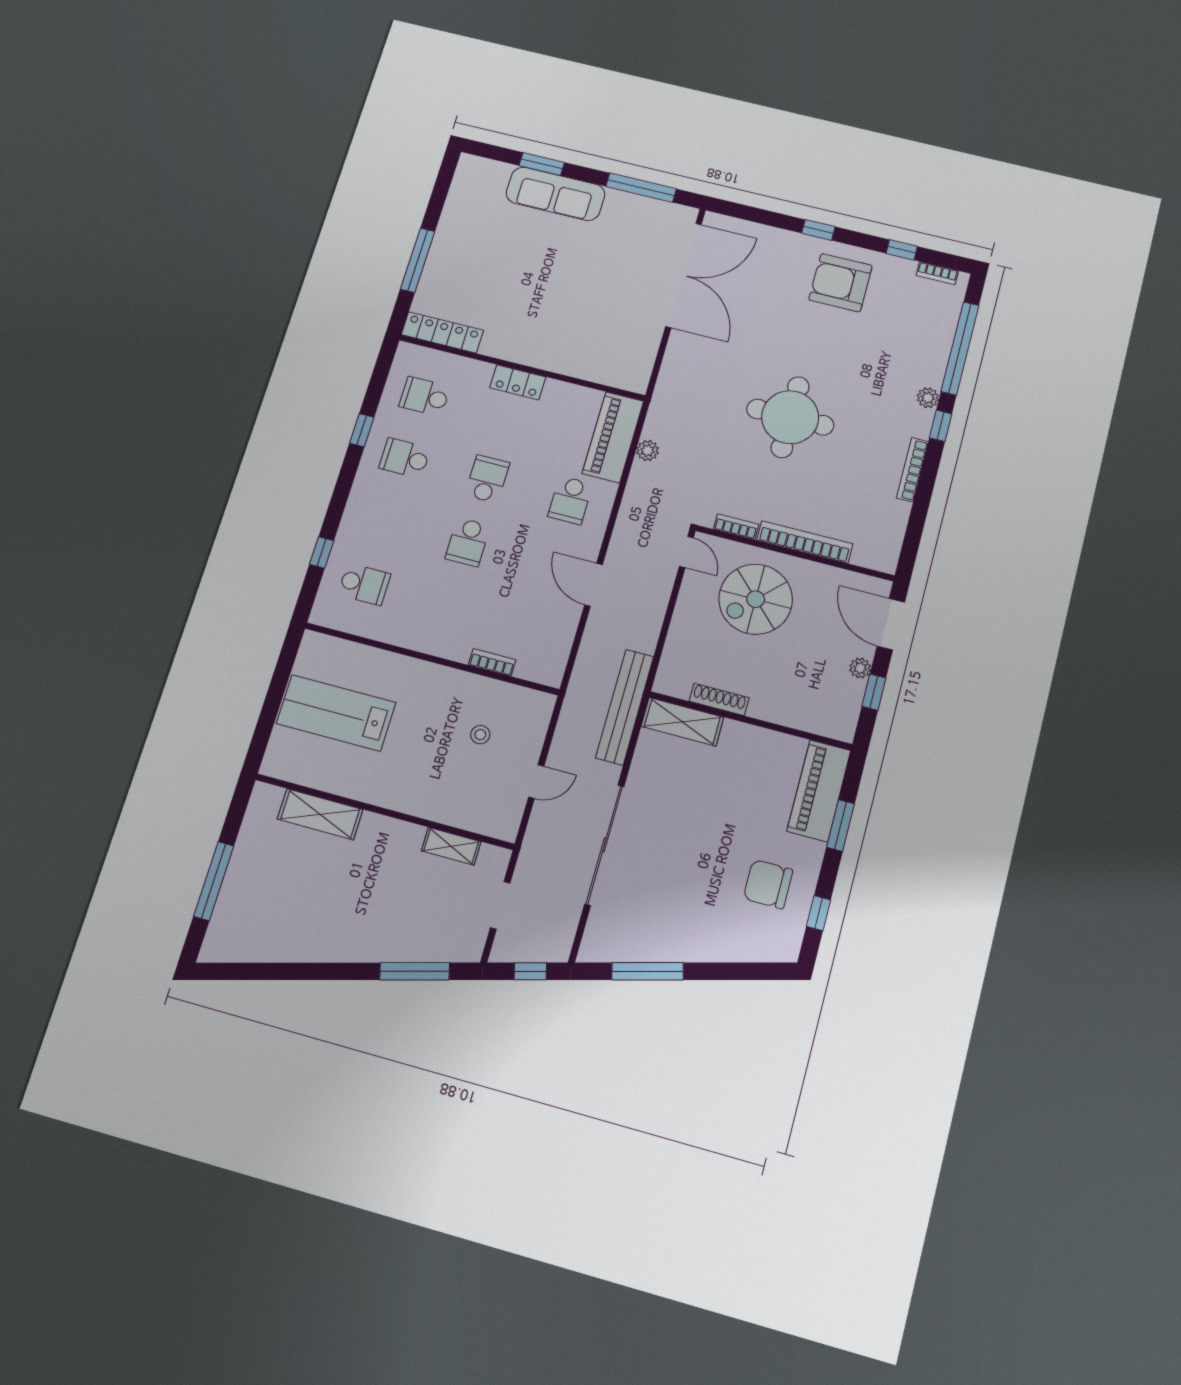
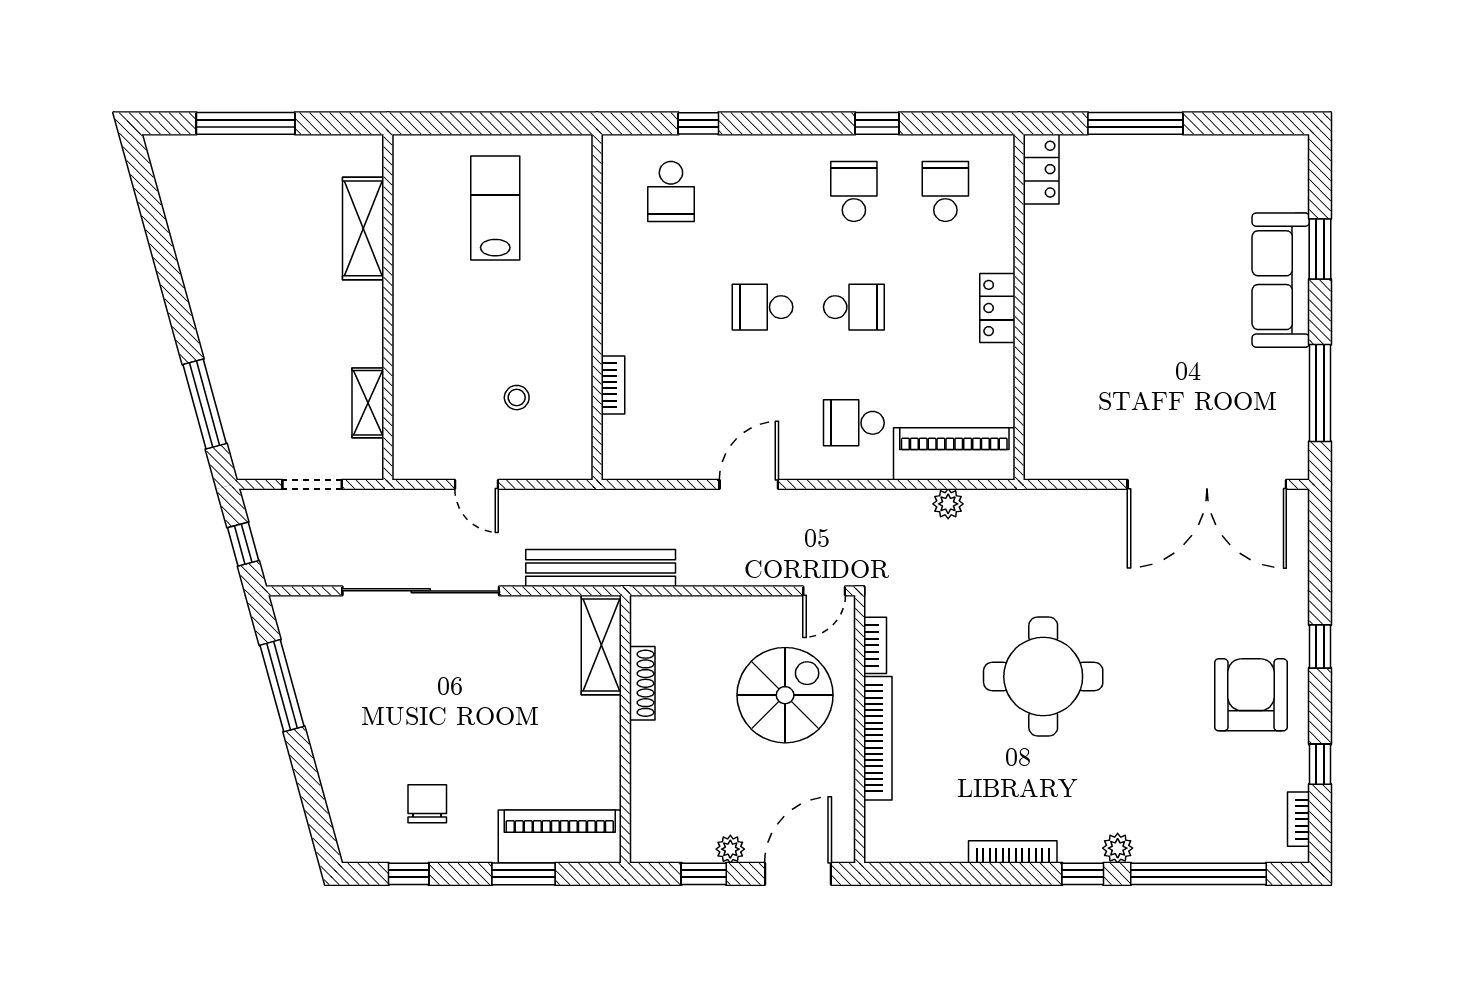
locker: (442, 332) -> (1041, 169), width x0.66
spiral stairs: (756, 599) -> (785, 695), turned 90
lab bench: (336, 713) -> (495, 208), width x0.73, depth x0.72
chair: (768, 884) -> (427, 804), width x0.73, depth x0.73

